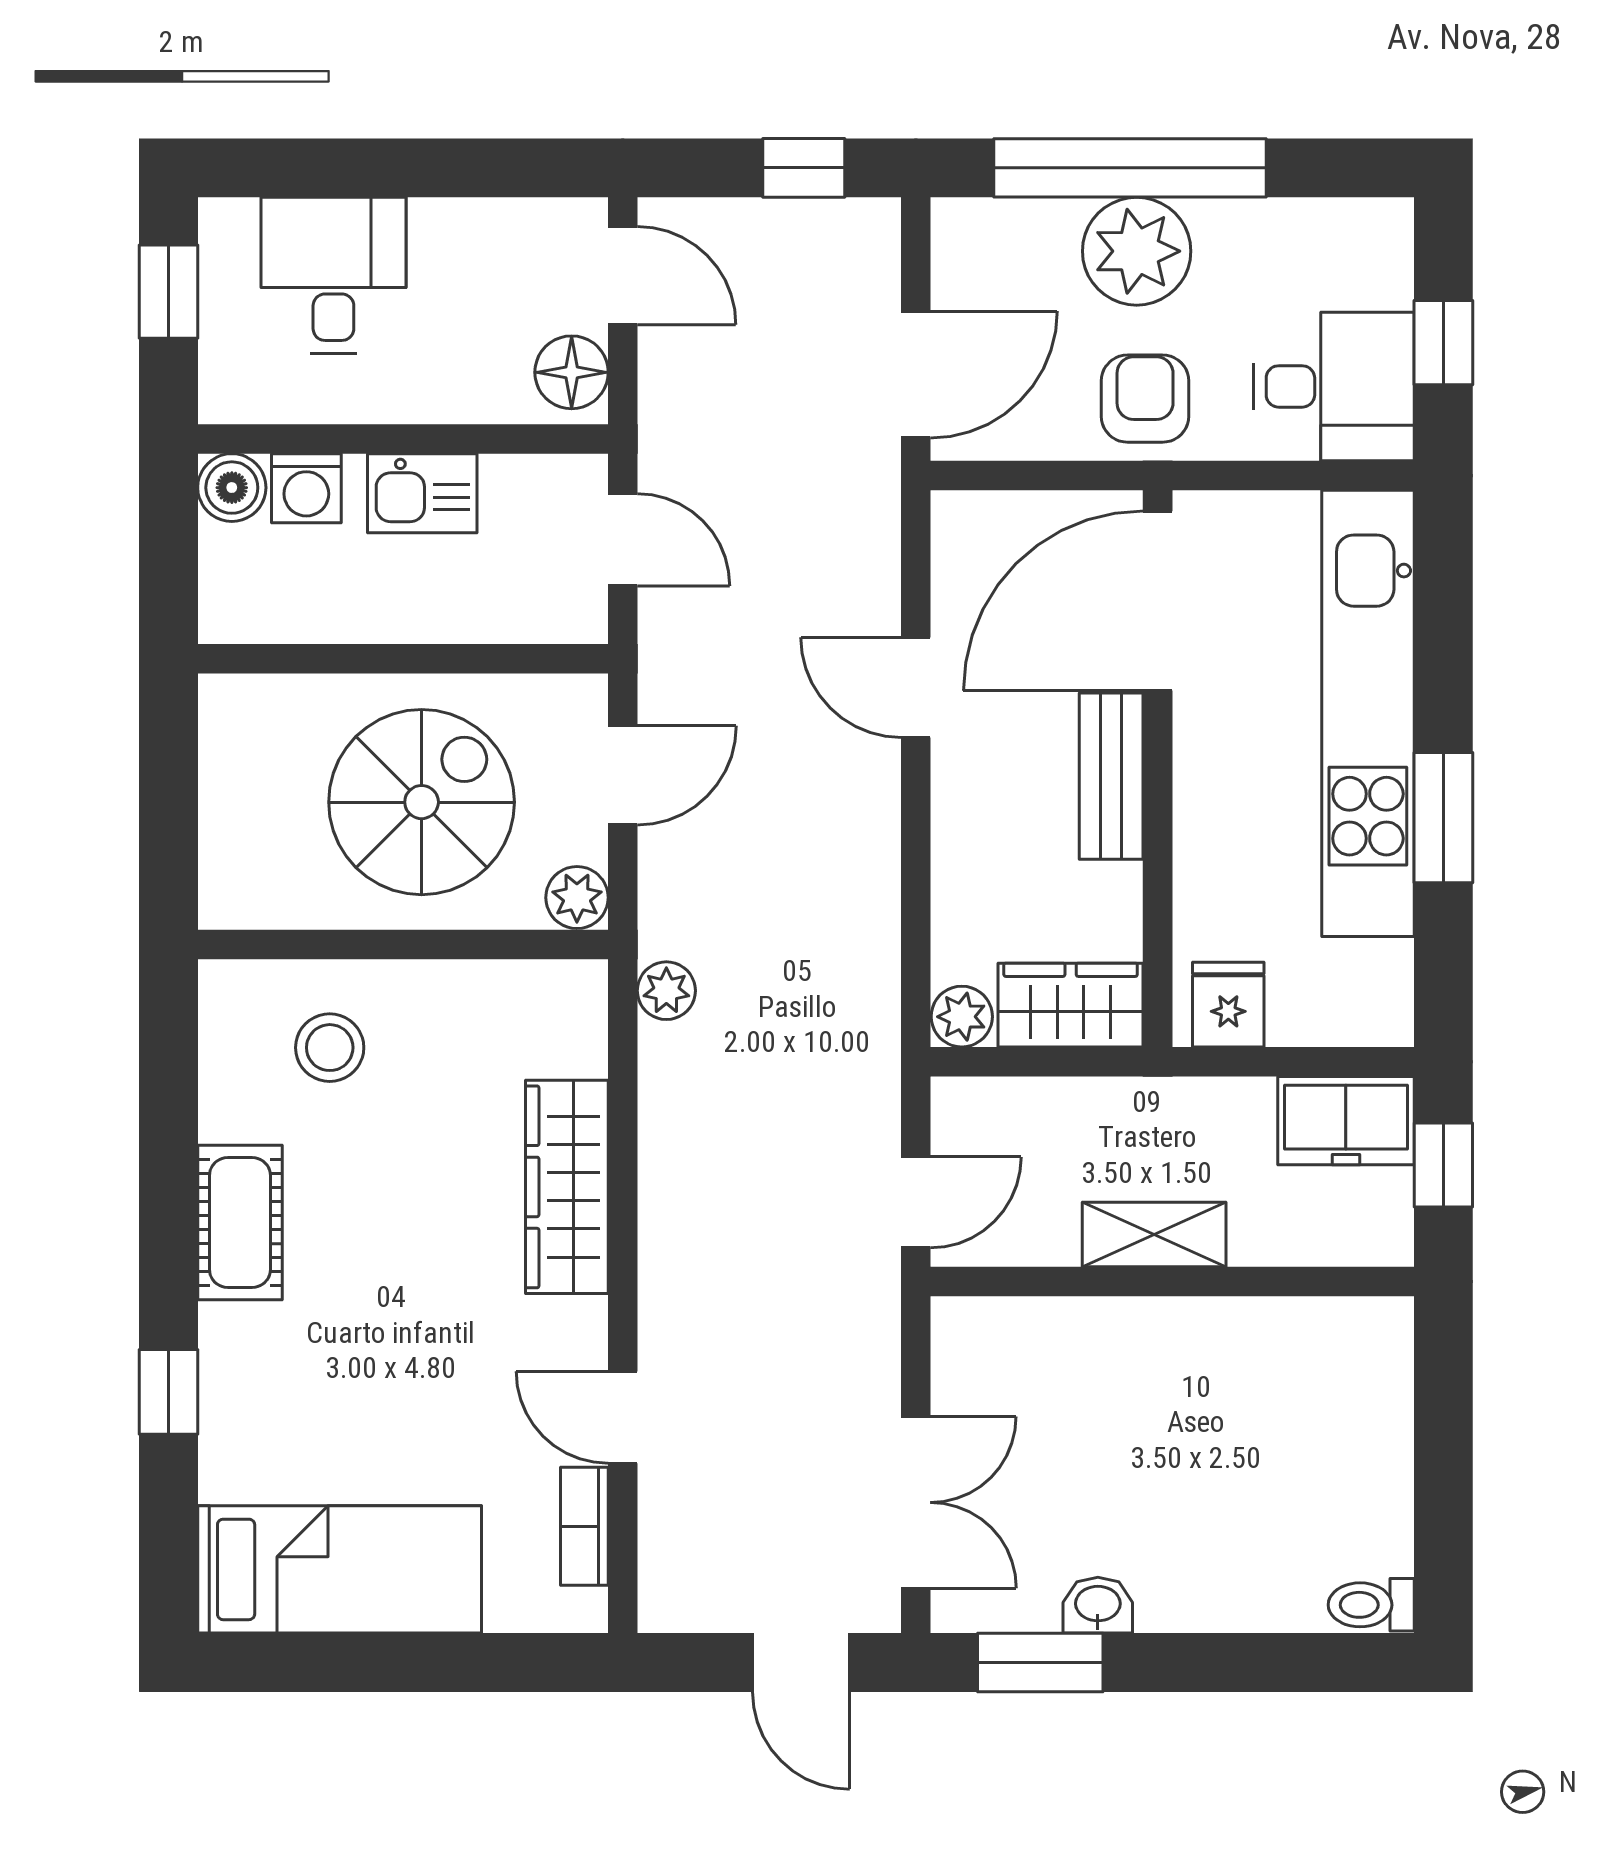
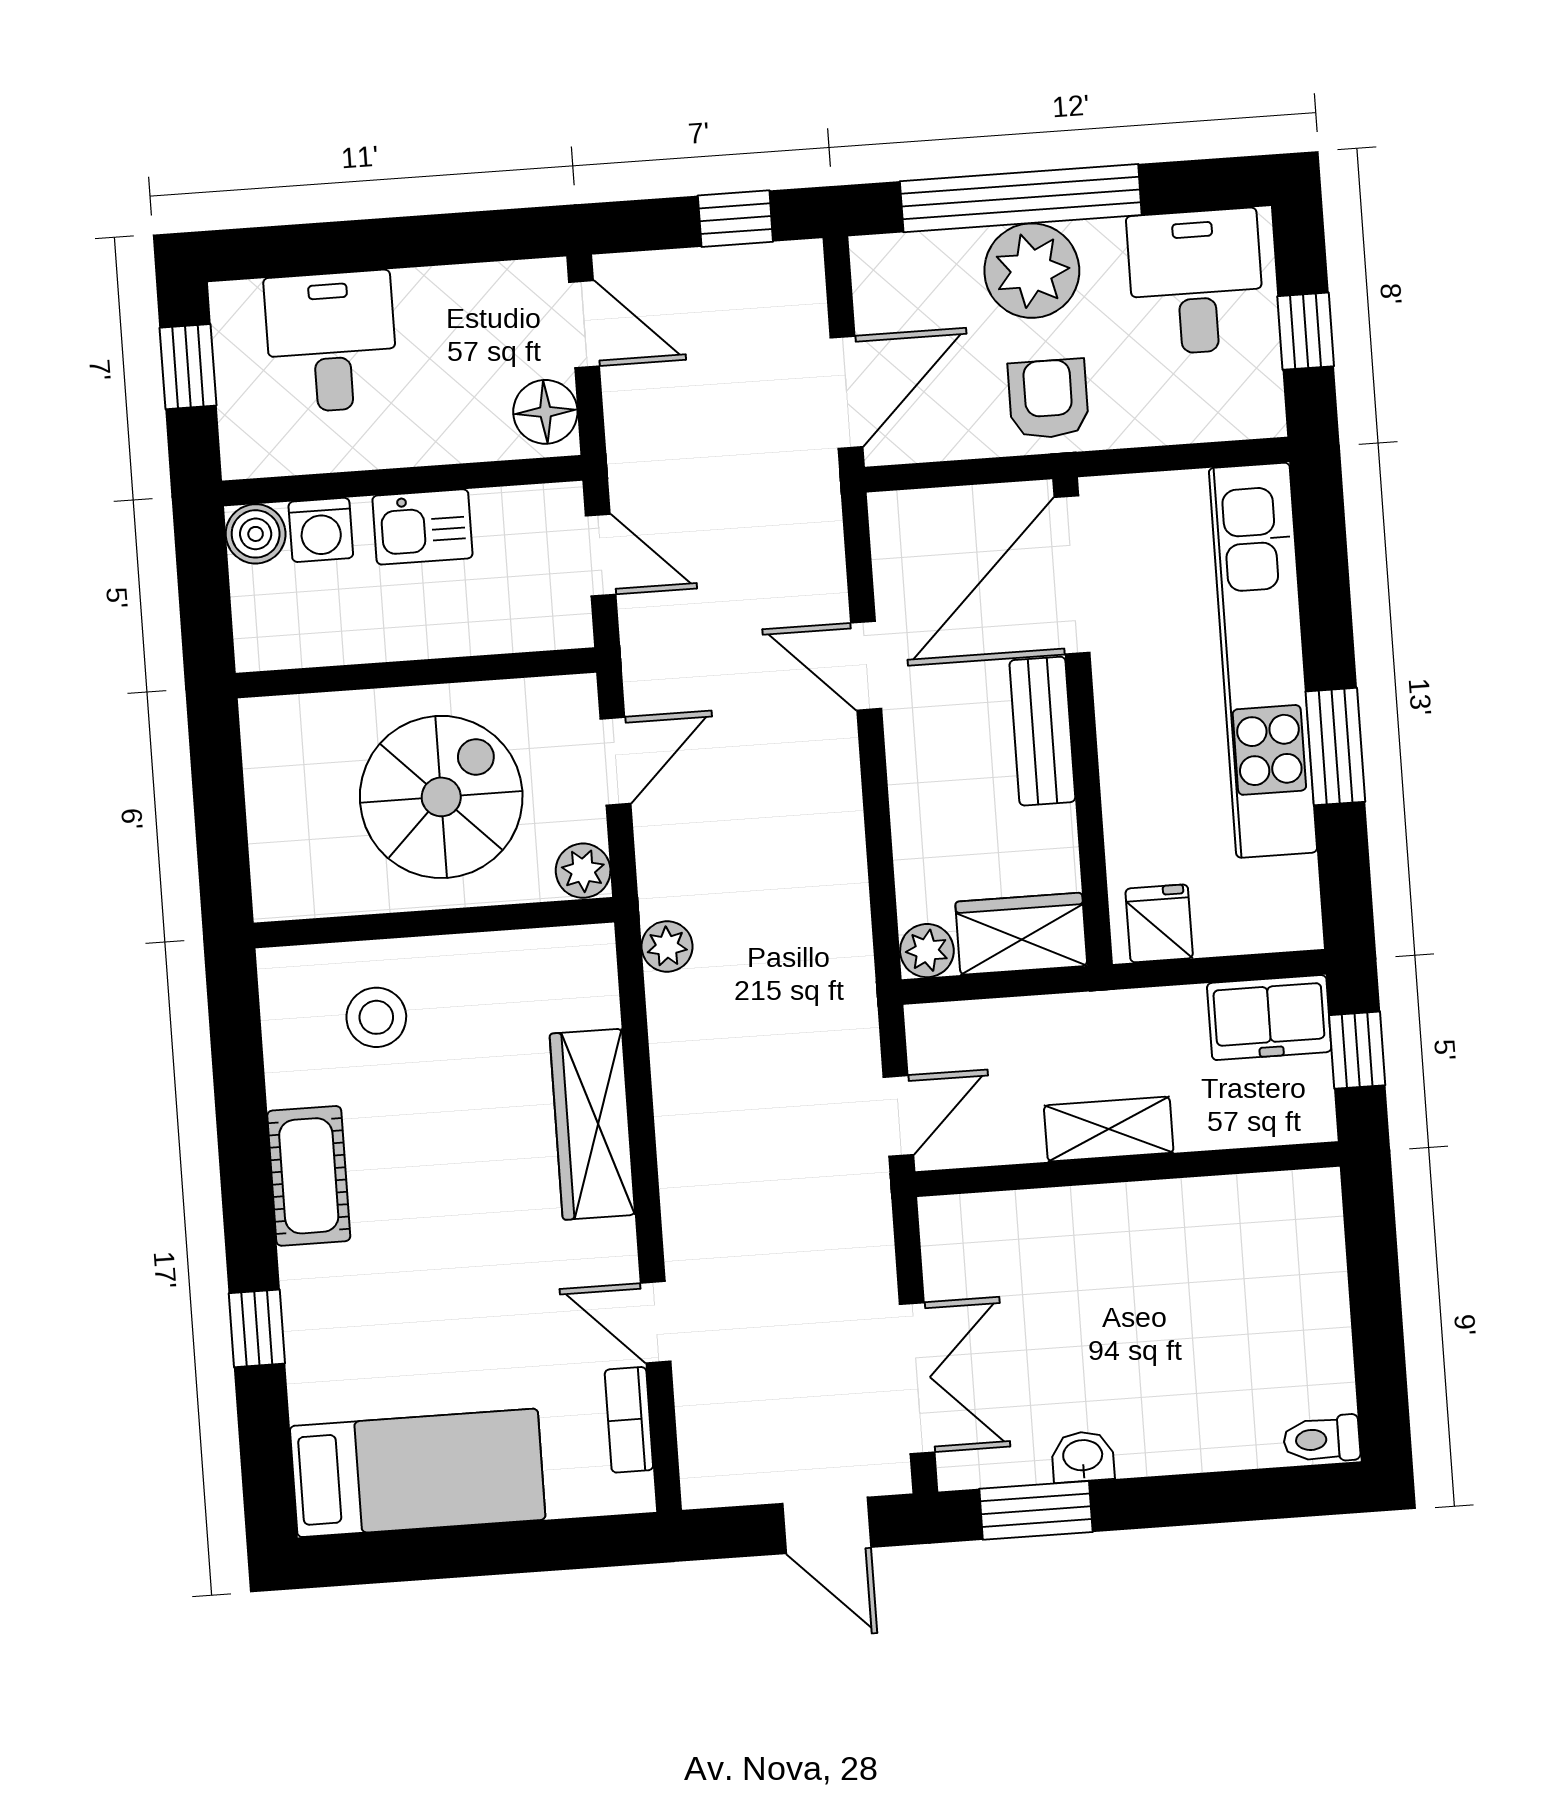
desk: (1334, 386) -> (1196, 282), moved, turned -90

